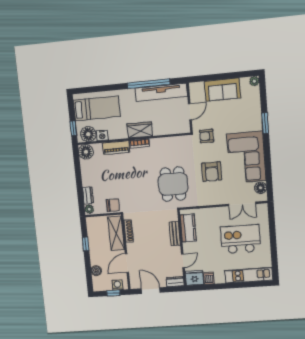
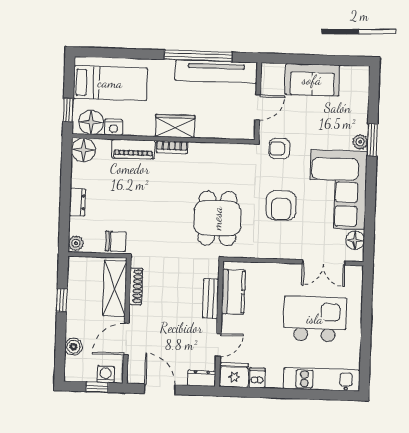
plant: (254, 81) -> (360, 142), moved
dresser: (88, 195) -> (77, 202), moved

